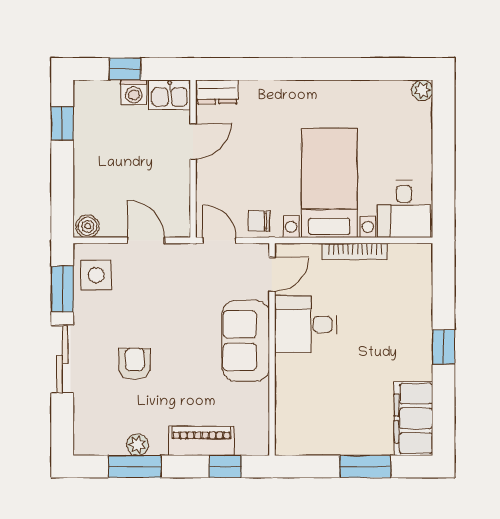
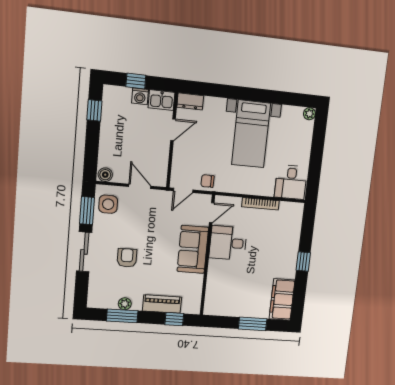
bed with nightstands: (329, 183) -> (251, 134), moved, turned 180
door: (219, 240) -> (183, 190), swing flipped

